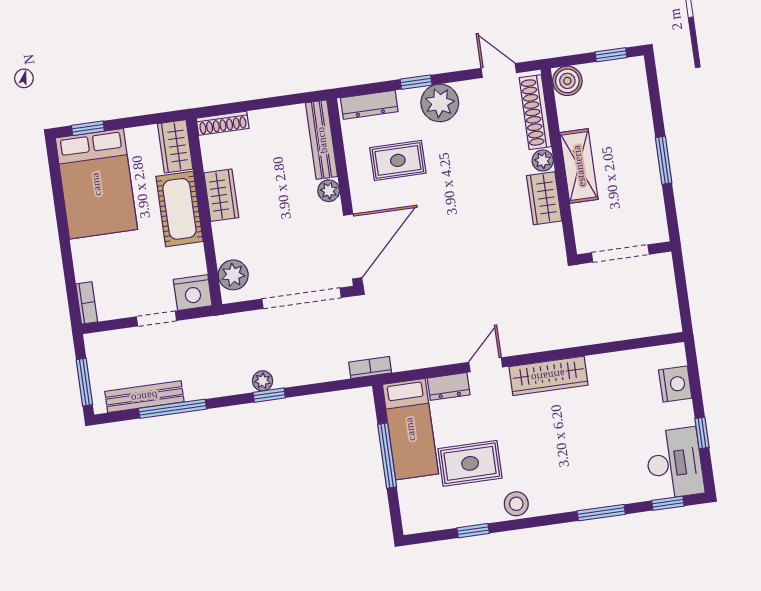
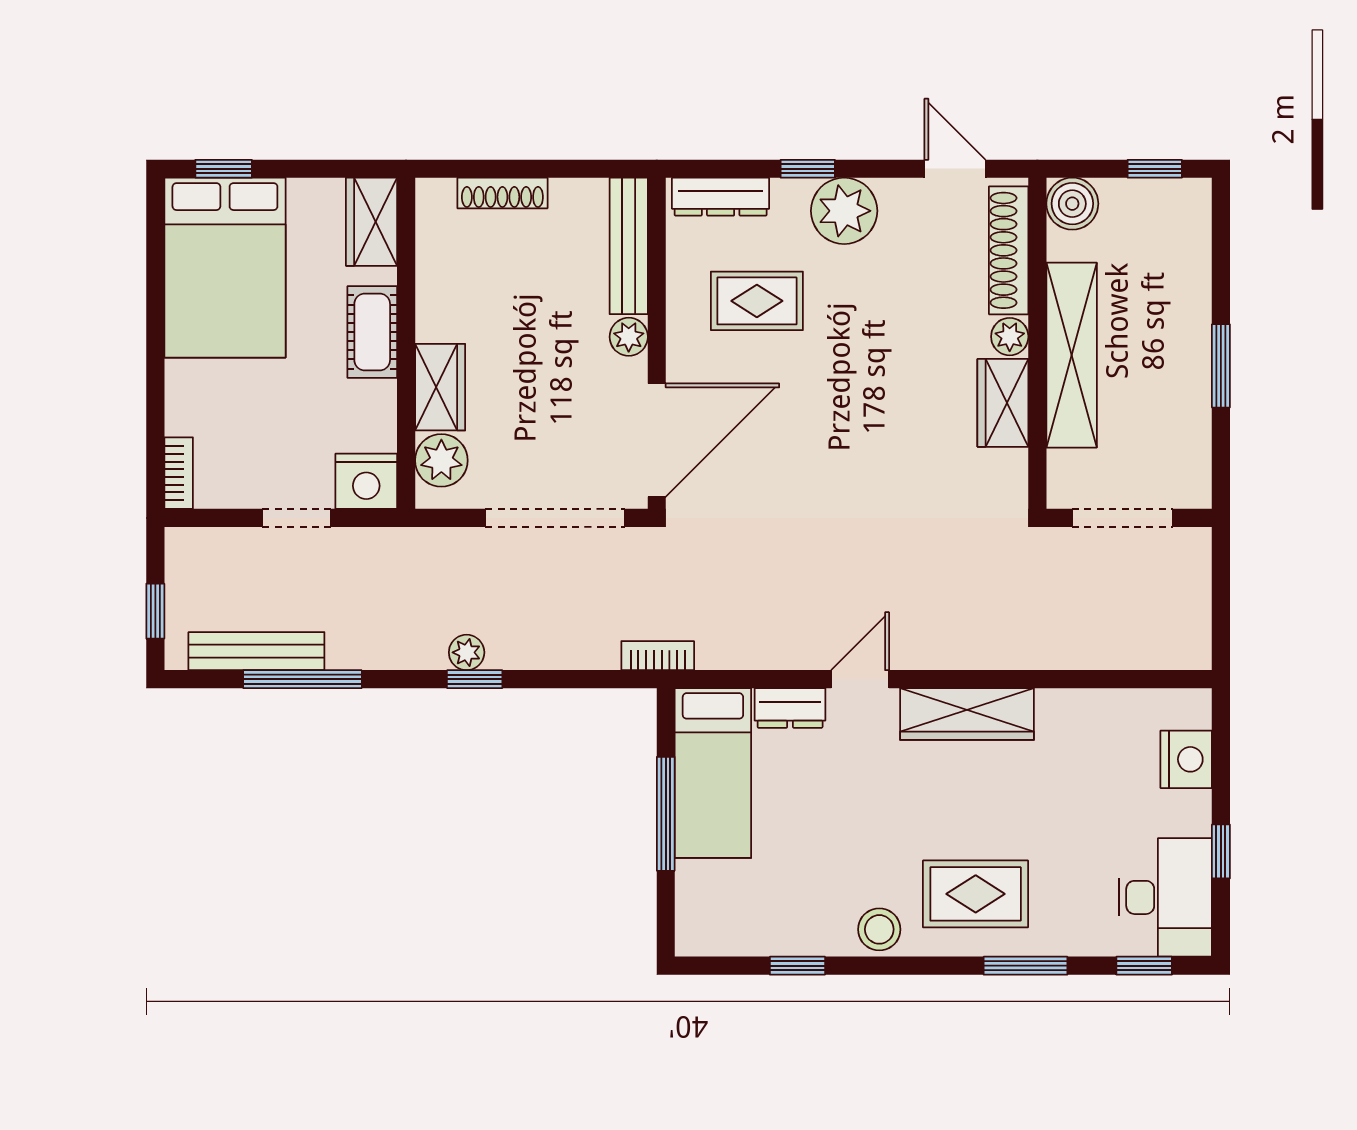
shoe rack: (223, 123) -> (502, 193), moved
shelving: (579, 166) -> (1072, 355), width x1.47
wardrobe: (221, 195) -> (440, 387), moved
cot: (179, 209) -> (372, 332), width x0.73, depth x0.75
window: (84, 382) -> (155, 611), width x0.67
rug: (470, 463) -> (976, 894), moved

